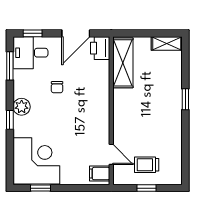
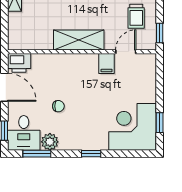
shelving: (123, 63) -> (79, 40), moved
plant: (22, 107) -> (50, 142), moved
filing cabinet: (100, 174) -> (107, 63), moved
window: (146, 188) -> (160, 33), moved

